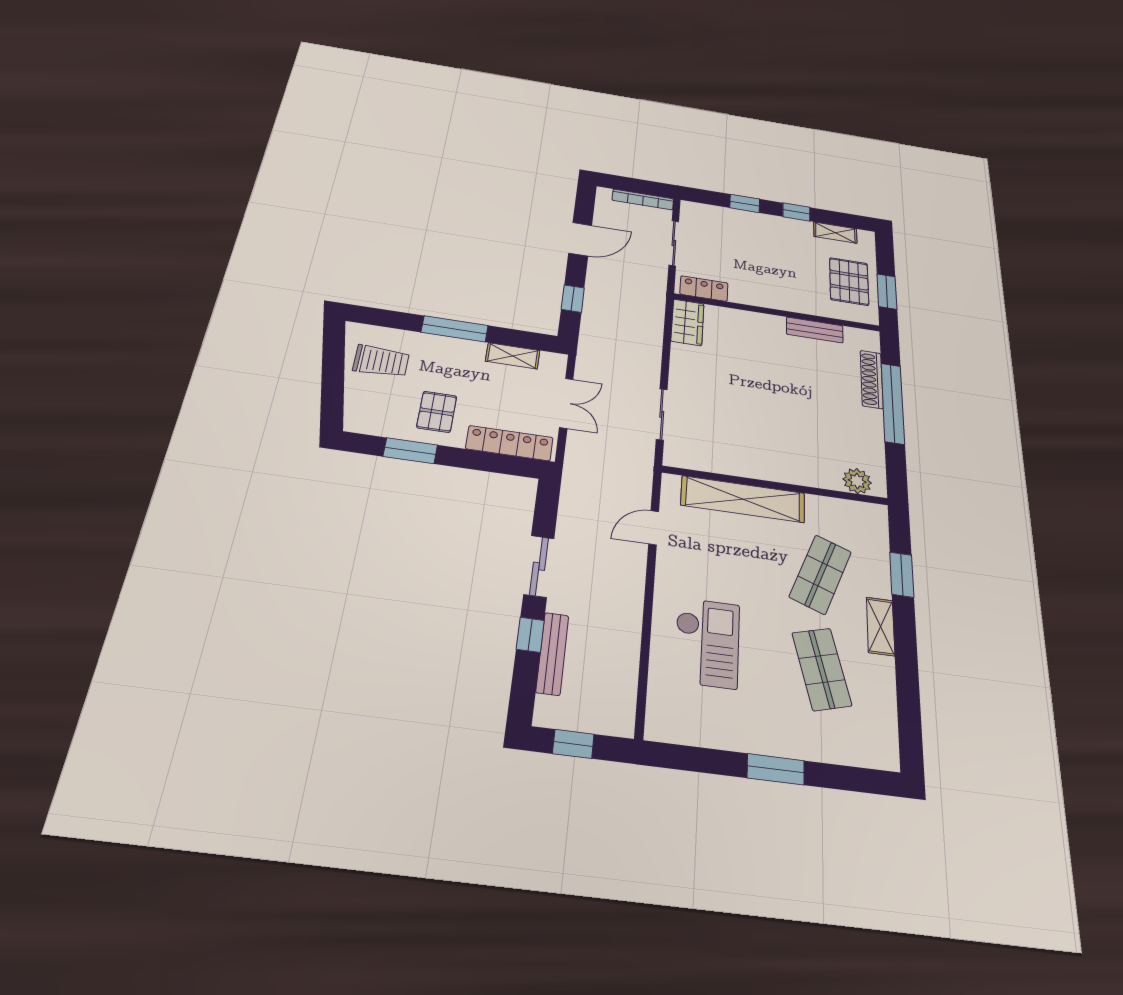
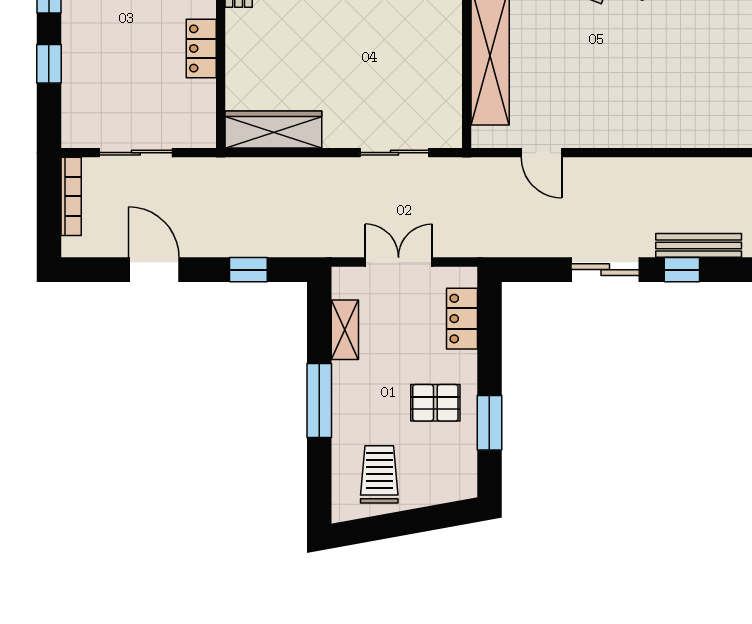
locker: (704, 289) -> (201, 48), moved
wardrobe: (687, 322) -> (273, 129), width x1.50
locker: (509, 443) -> (462, 319), width x0.66
checkout: (707, 643) -> (665, 89), removed

